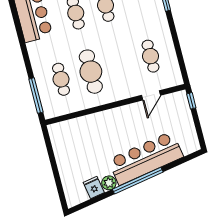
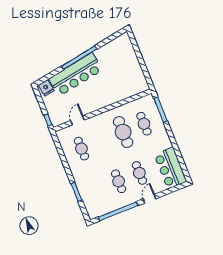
plant: (109, 183) -> (100, 53), removed
fridge: (94, 188) -> (46, 88), moved

